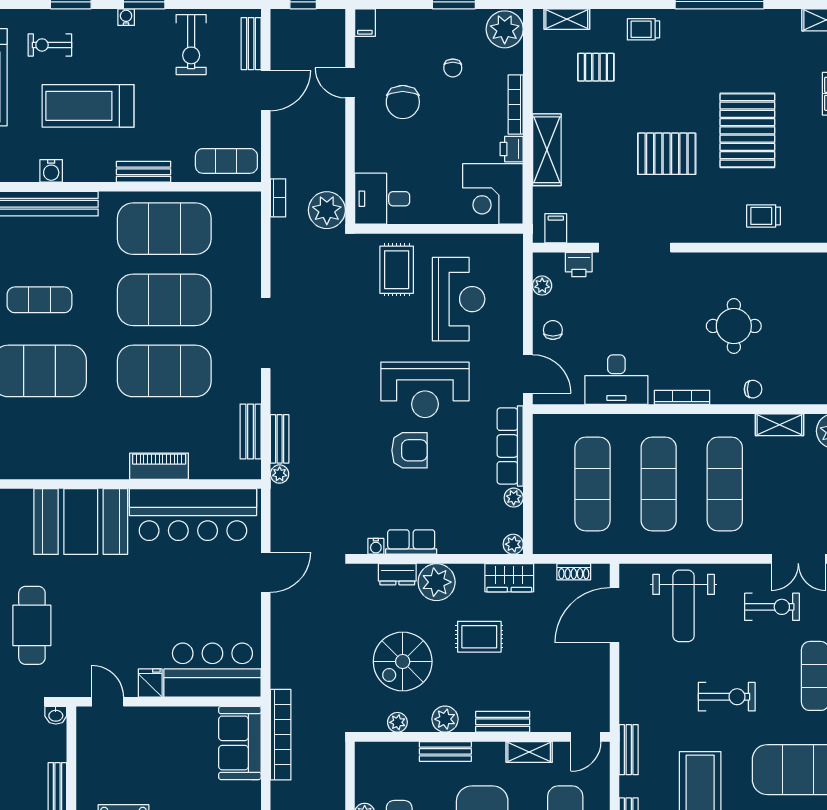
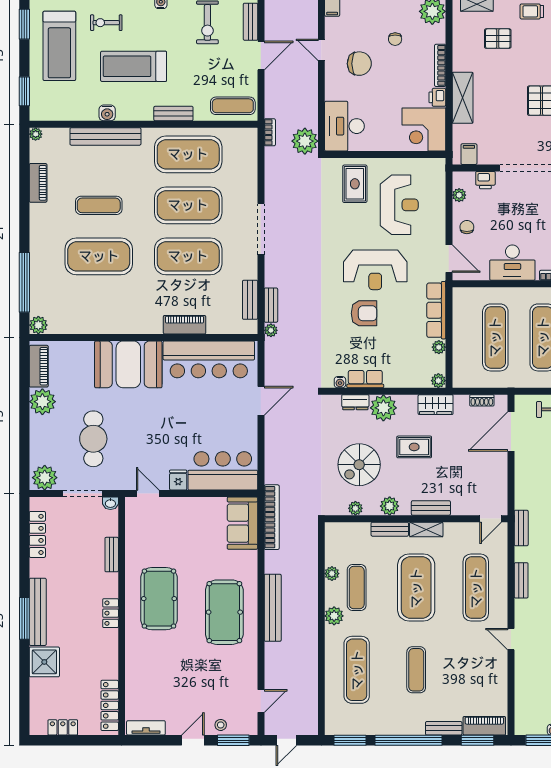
chair: (403, 102) -> (359, 64), turned -90
desk: (382, 199) -> (344, 126), width x1.37
shelving: (529, 752) -> (426, 530), moved

